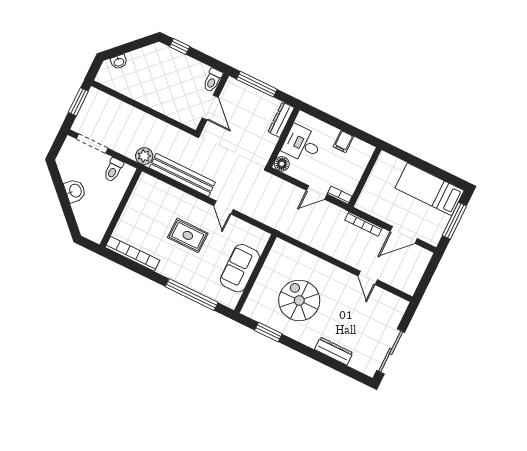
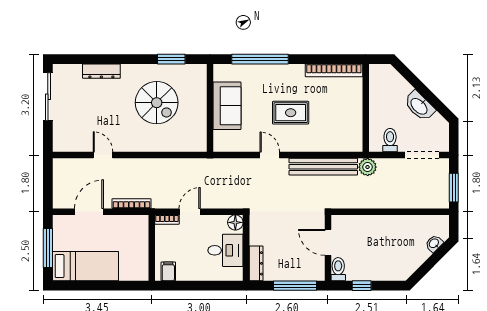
window: (180, 46) -> (362, 286), moved
filing cabinet: (343, 142) -> (168, 271), moved
washbasin: (75, 191) -> (419, 106), width x1.38

